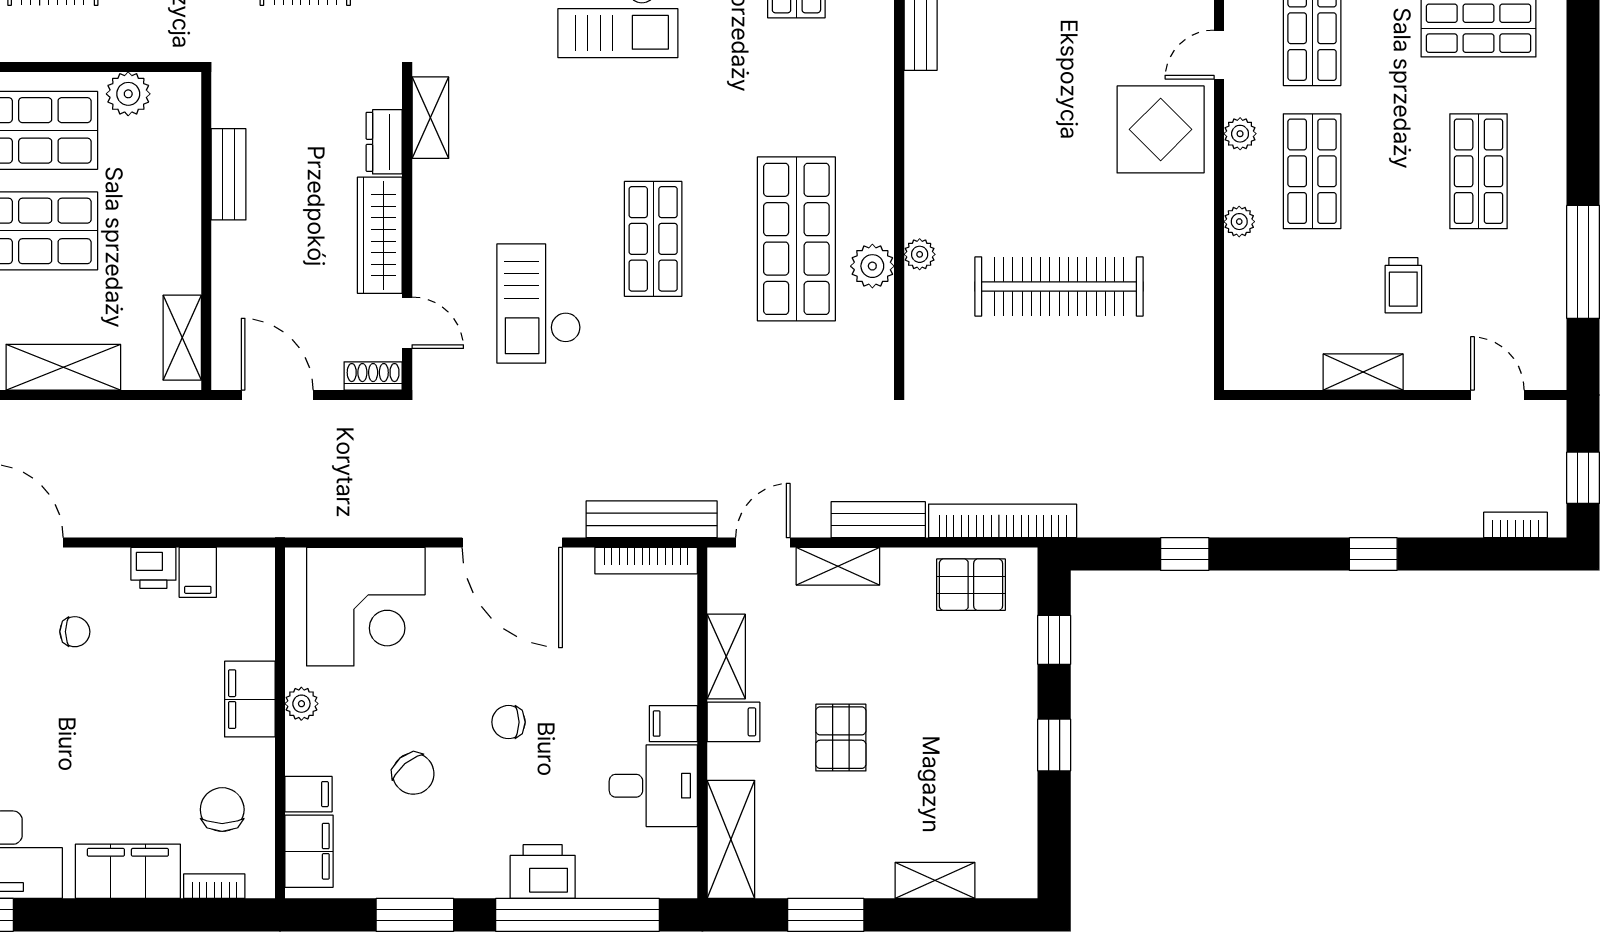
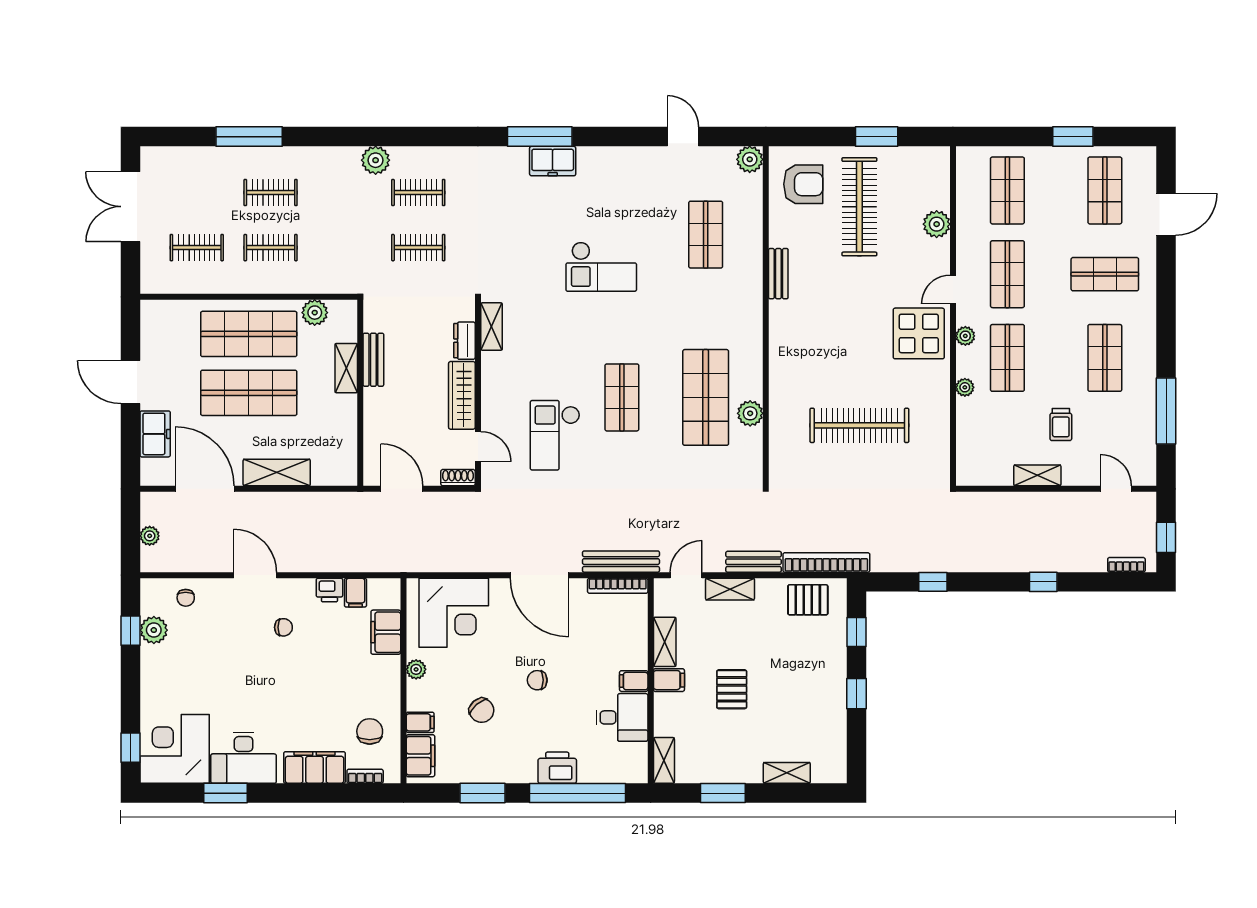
plant: (920, 254) -> (778, 406), removed
shelving: (182, 338) -> (346, 368), moved
filing cabinet: (250, 699) -> (386, 632), moved
shelving: (731, 839) -> (664, 760), width x0.67, depth x0.75

